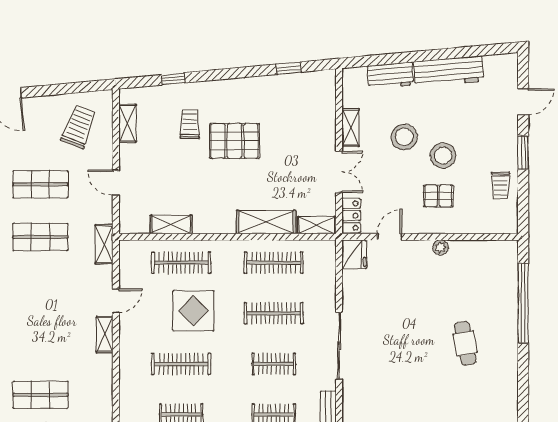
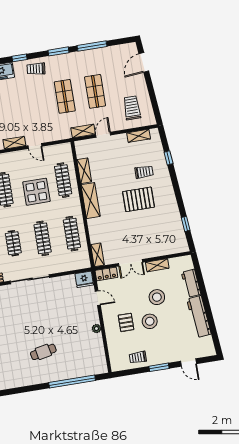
trolley: (79, 127) -> (132, 108), turned -111
pallet: (234, 141) -> (138, 199), turned 90
shelving: (266, 222) -> (91, 201), moved
shelving: (104, 244) -> (83, 131), moved

